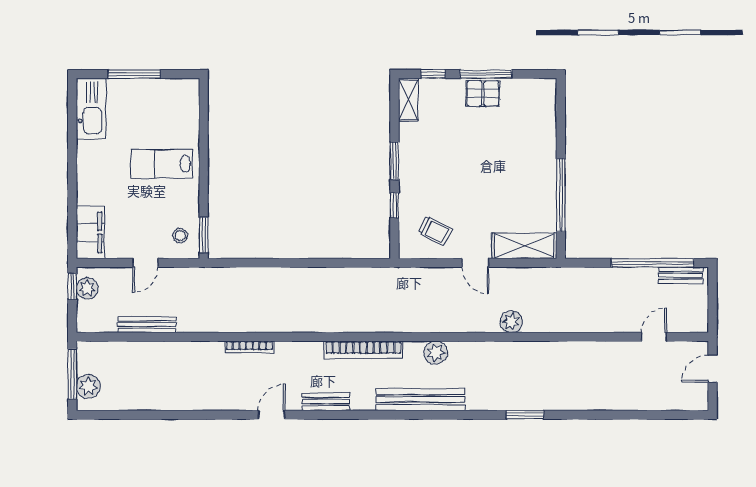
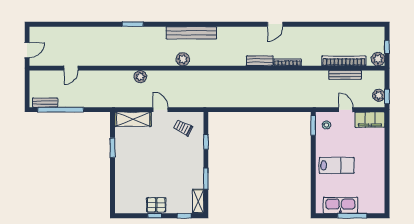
window: (486, 74) -> (155, 216), width x0.46
kitchen sink: (91, 109) -> (340, 205), moved, turned 90
window: (394, 161) -> (206, 179), moved
window: (561, 195) -> (112, 148), width x0.47
filing cabinet: (90, 232) -> (370, 120), moved, turned -90
door: (145, 263) -> (346, 110), hinge flipped
door: (654, 337) -> (71, 68), moved
bookcase: (363, 350) -> (344, 61), moved
window: (72, 374) -> (387, 47), width x0.46
plant: (88, 386) -> (378, 59), moved
bench: (326, 402) -> (260, 61), moved

